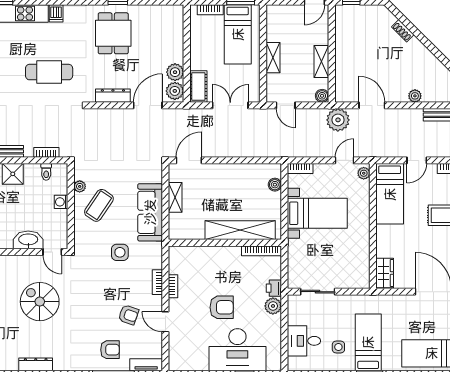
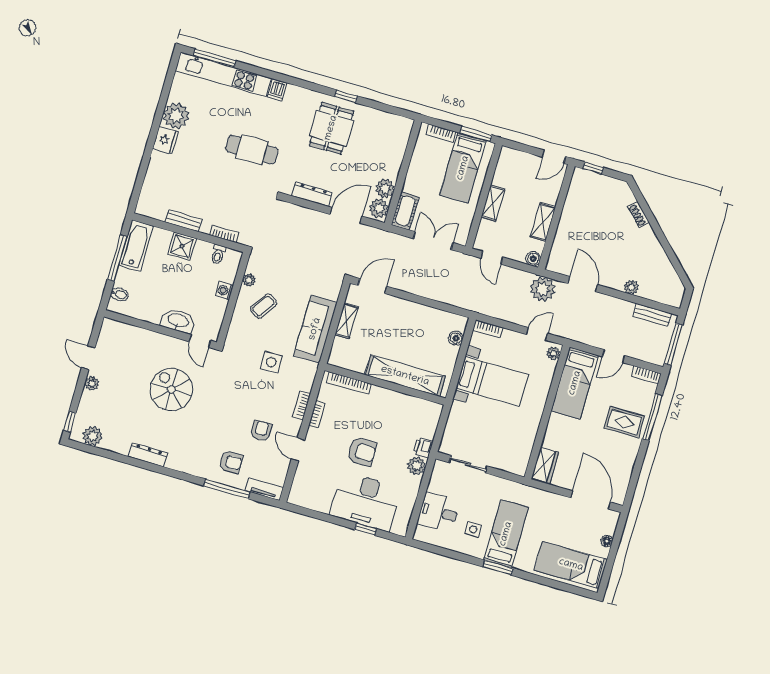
coffee table: (99, 205) -> (264, 306), width x0.73, depth x0.77
bookcase: (262, 251) -> (349, 383), moved
armchair: (128, 315) -> (261, 431), turned -109

